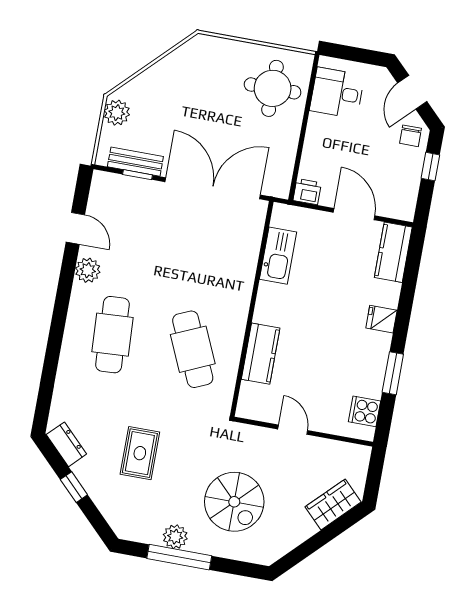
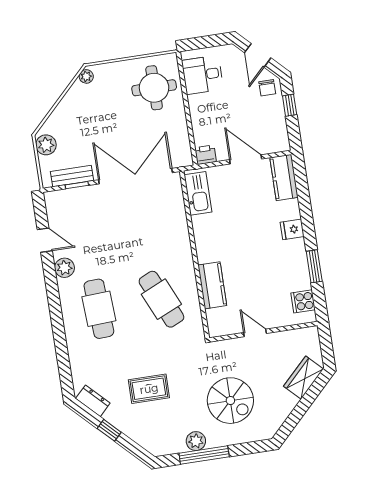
plant: (195, 46) -> (86, 76), added
kitchen sink: (278, 256) -> (198, 193), moved
rug: (140, 453) -> (149, 389), turned 90

